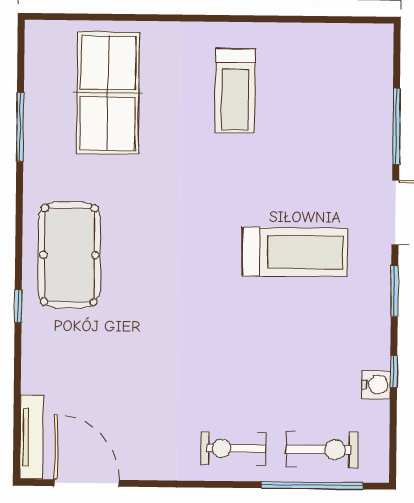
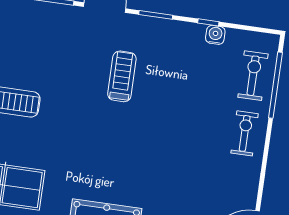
treadmill: (295, 252) -> (122, 76), width x0.73, depth x0.73
exercise bike: (233, 448) -> (245, 133), turned 180

